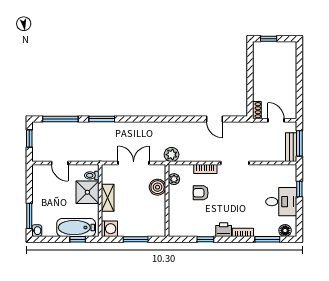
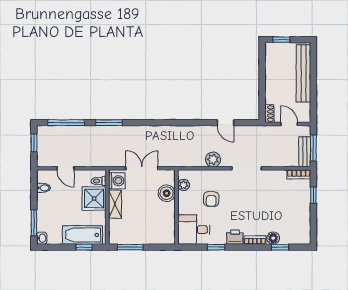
bench: (290, 71) -> (303, 73), added
plant: (172, 155) -> (213, 159), moved
bookcase: (205, 169) -> (299, 174), moved
bidet: (39, 182) -> (44, 188), added
armchair: (201, 193) -> (211, 199), turned -90
desk: (281, 202) -> (194, 230), moved, turned 180
washing machine: (109, 229) -> (117, 181), moved
floor lamp: (285, 231) -> (273, 238), moved
window: (136, 239) -> (130, 247), moved
window: (267, 239) -> (280, 247), width x0.67

